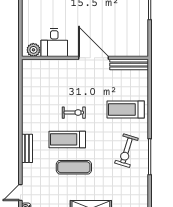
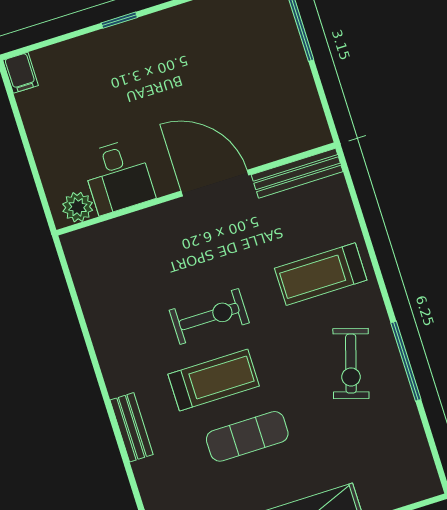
exercise bike: (74, 113) -> (209, 317), width x1.38, depth x1.39
treadmill: (67, 139) -> (214, 380), turned 180

